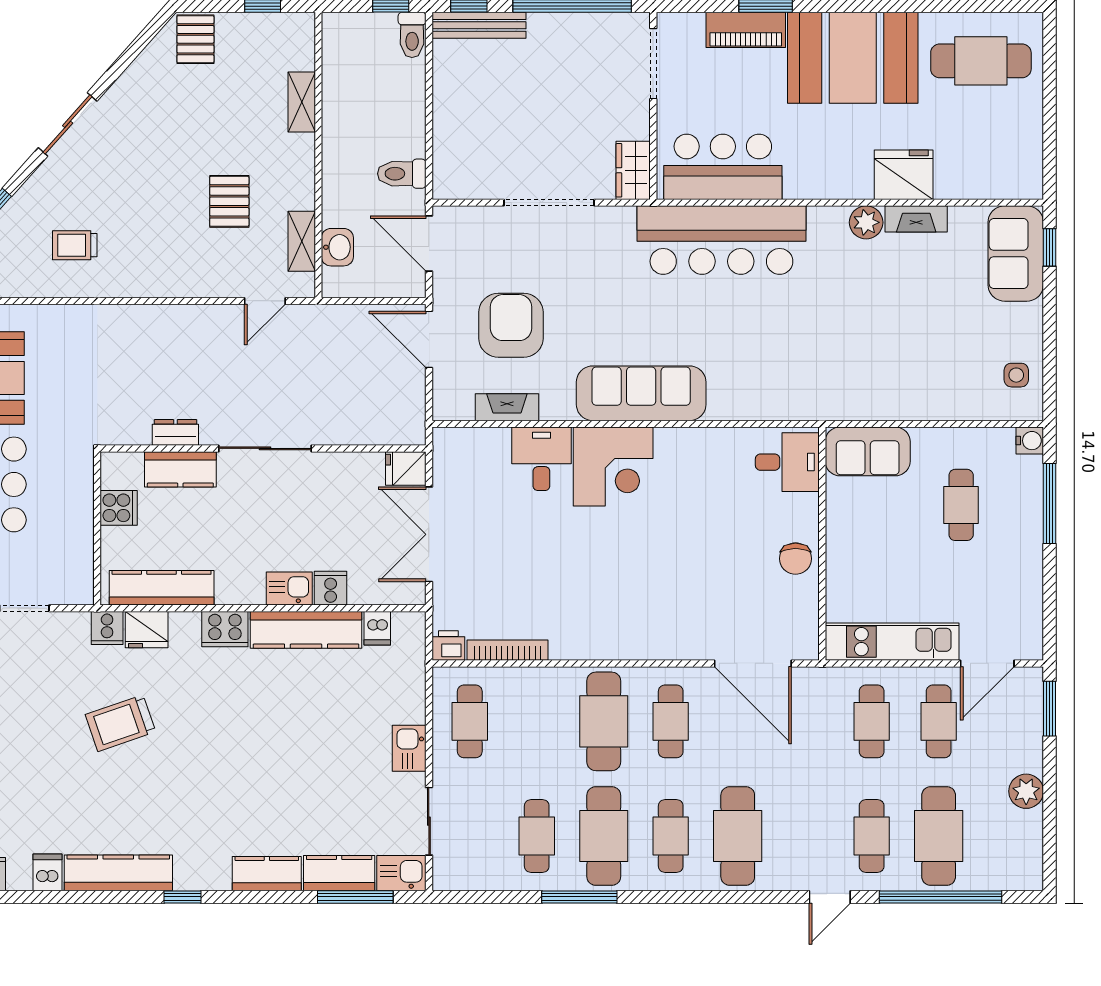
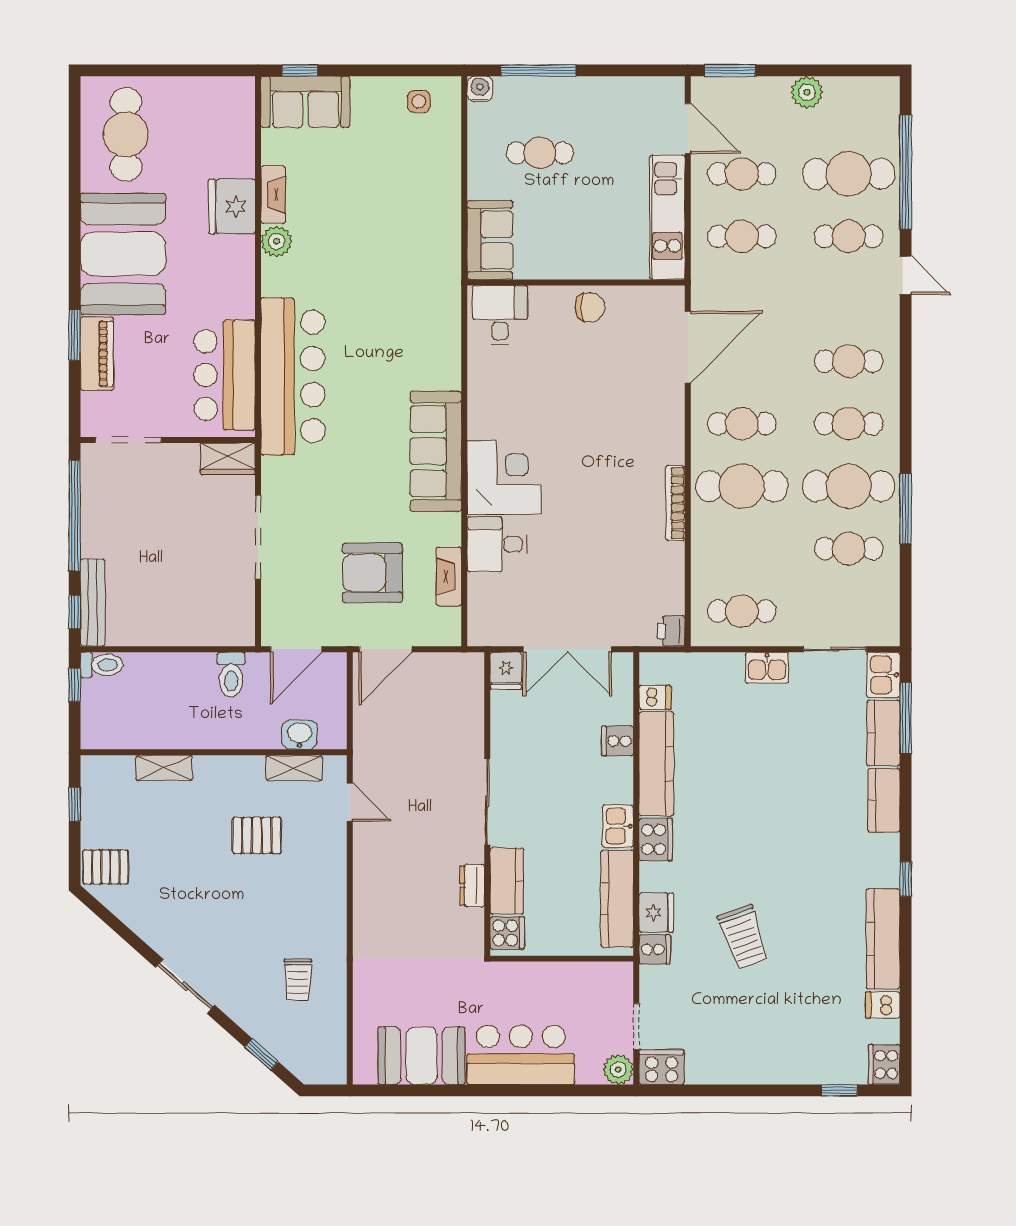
cooker: (119, 508) -> (507, 933), moved, turned 90
kitchen sink: (289, 589) -> (618, 826), moved
bookcase: (507, 650) -> (675, 503), moved
cafe table: (738, 836) -> (849, 361), width x0.73, depth x0.74

